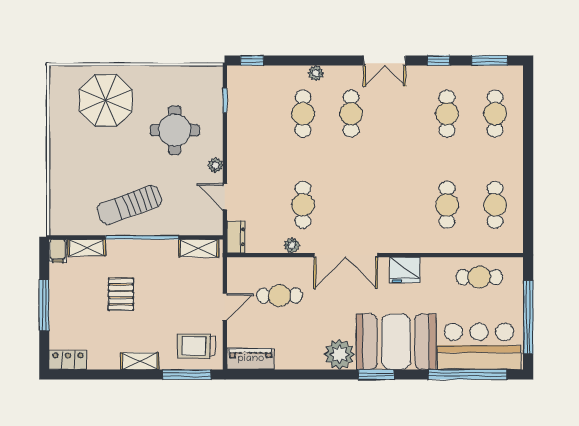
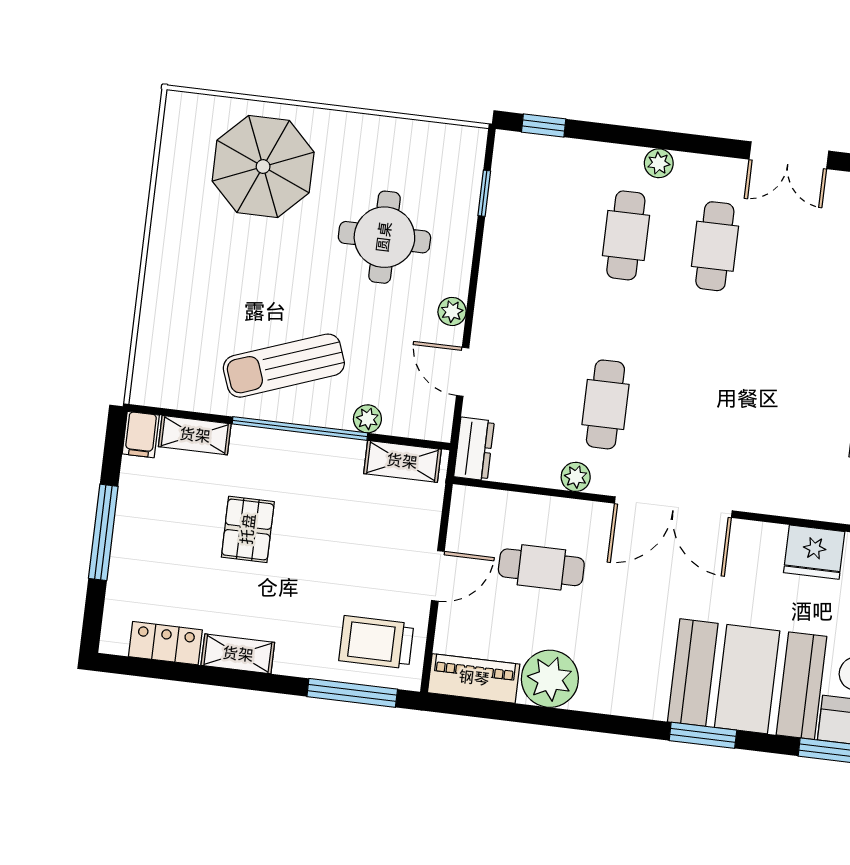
plant: (177, 228) -> (367, 419), added
fridge: (405, 270) -> (814, 552), moved
plant: (340, 354) -> (550, 679), moved
locker: (68, 360) -> (165, 643), moved
shelving: (140, 361) -> (238, 654), moved

